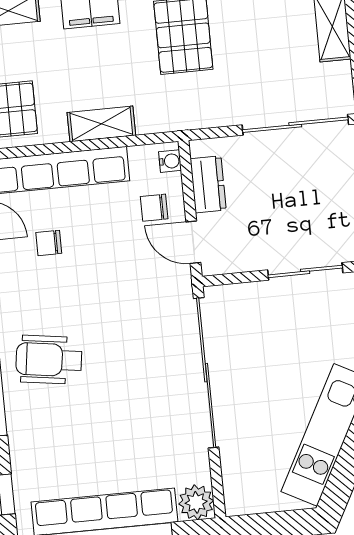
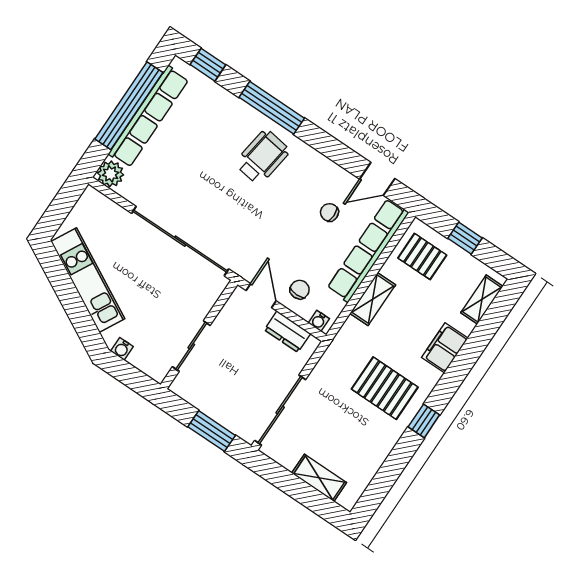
door: (193, 242) -> (261, 296), hinge flipped
chair: (49, 243) -> (329, 212), turned -90

